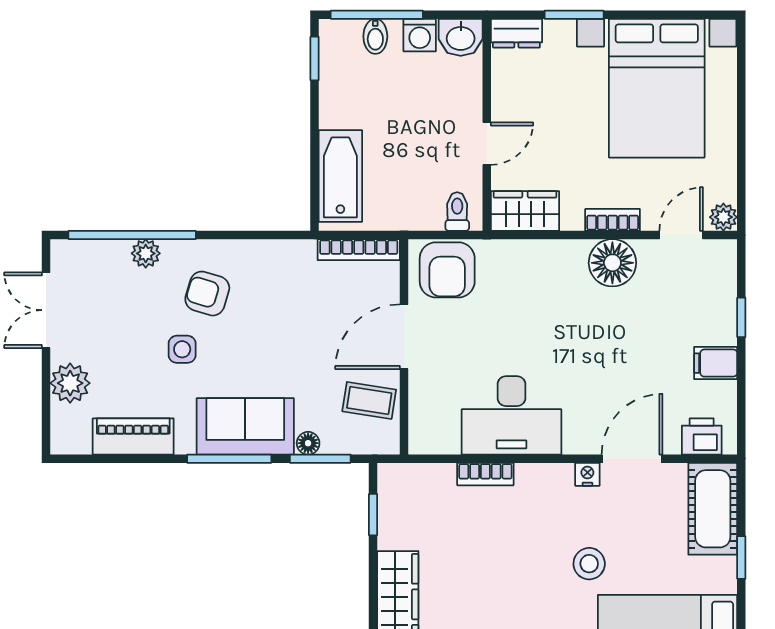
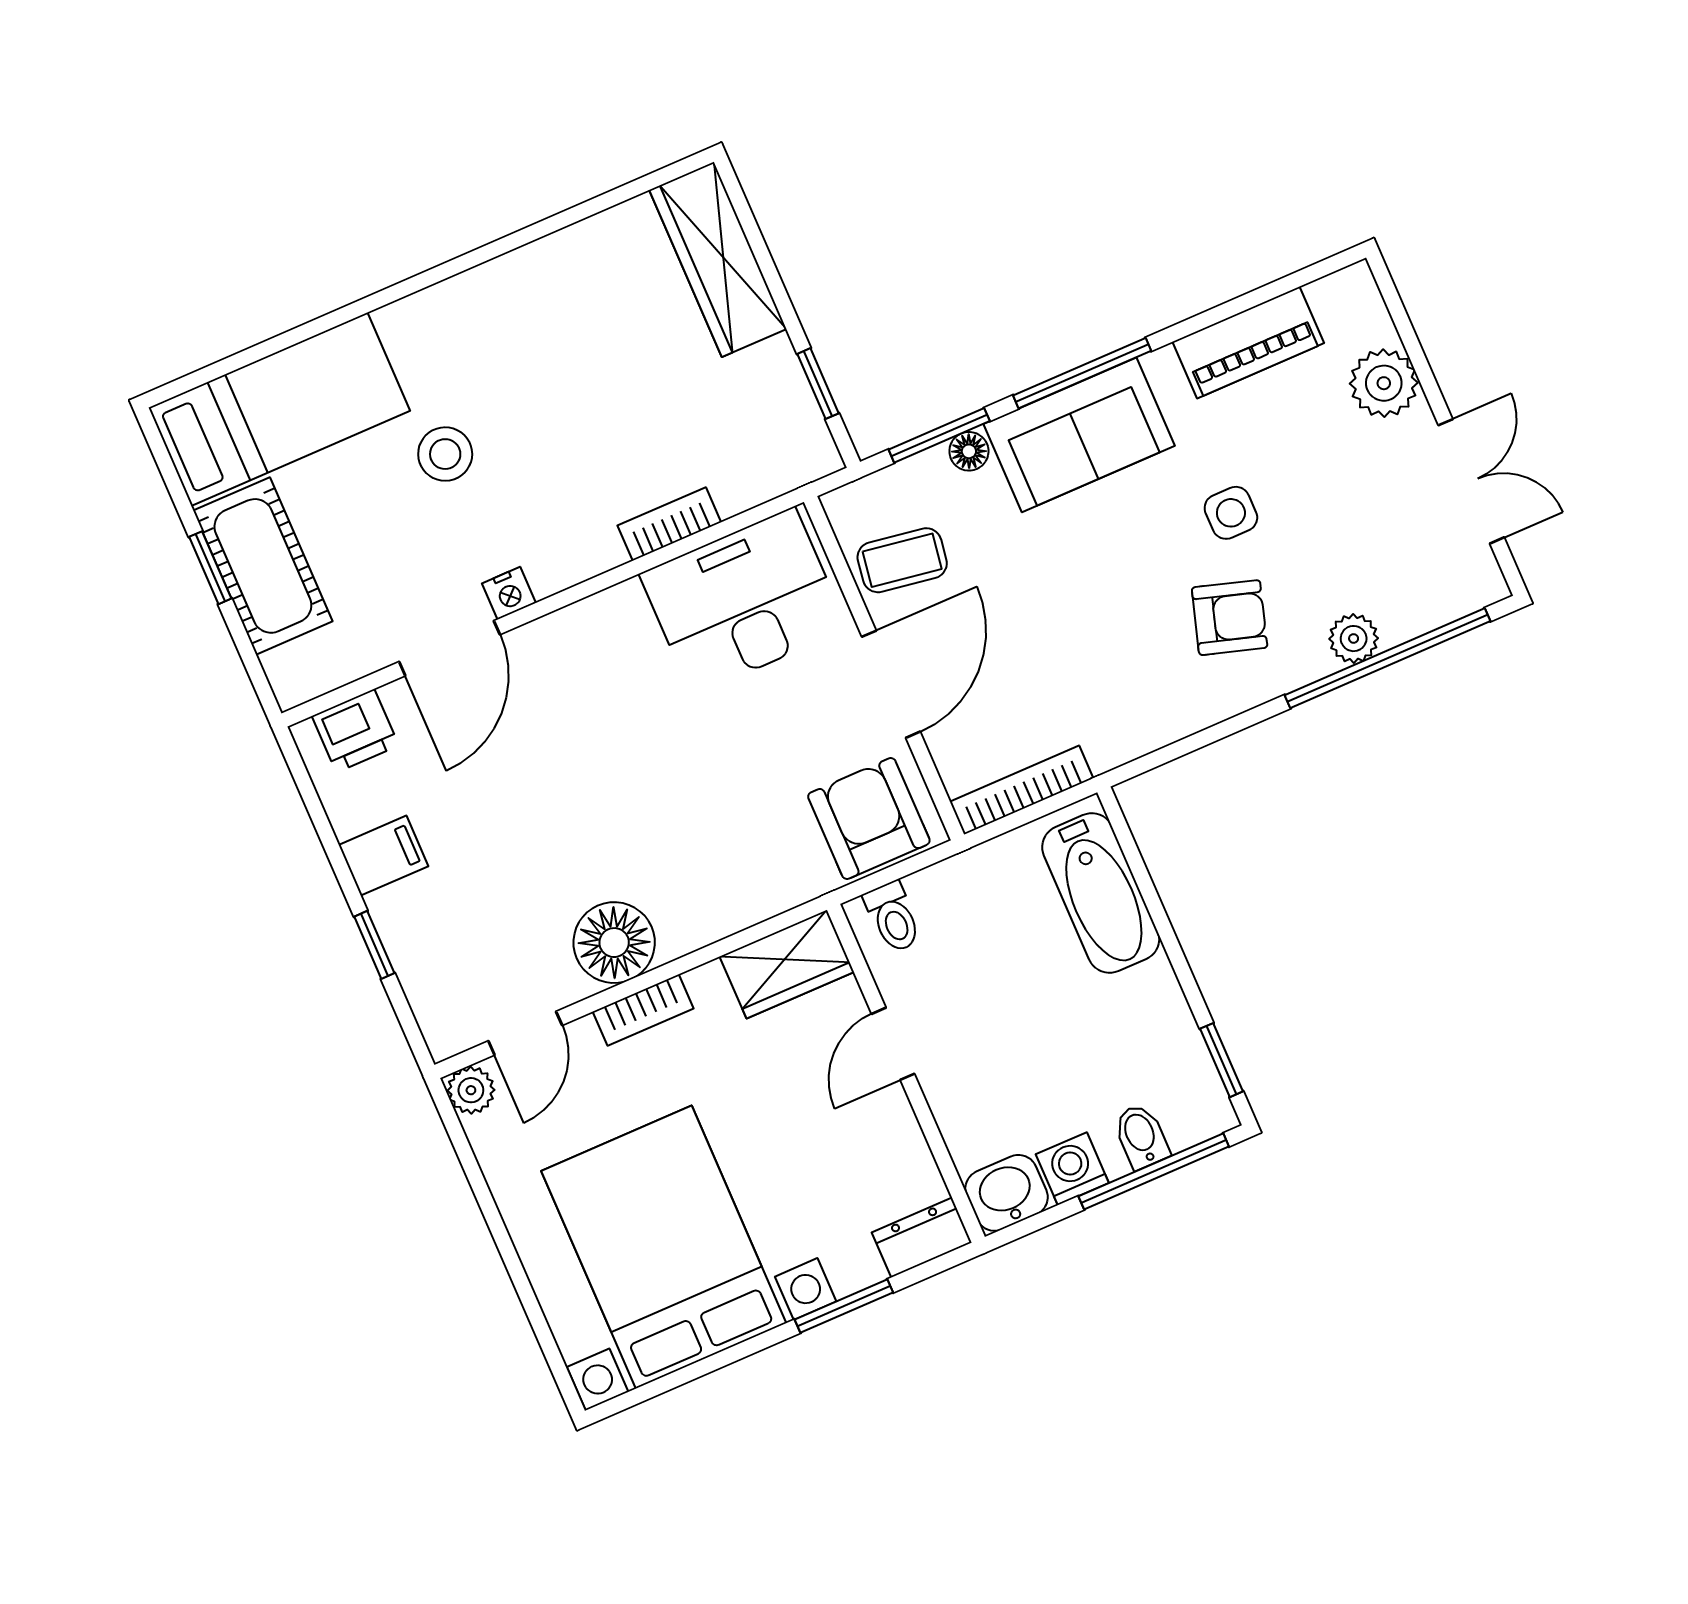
desk: (511, 415) -> (743, 601), moved
cot: (713, 509) -> (263, 566), moved

